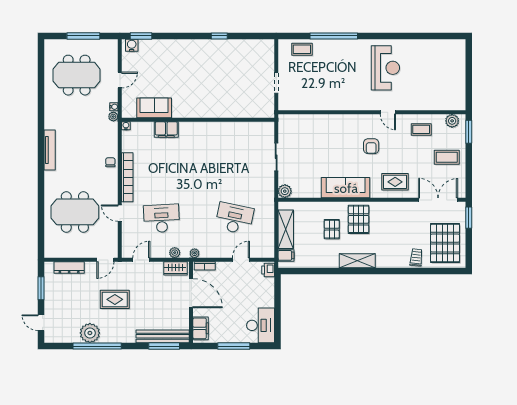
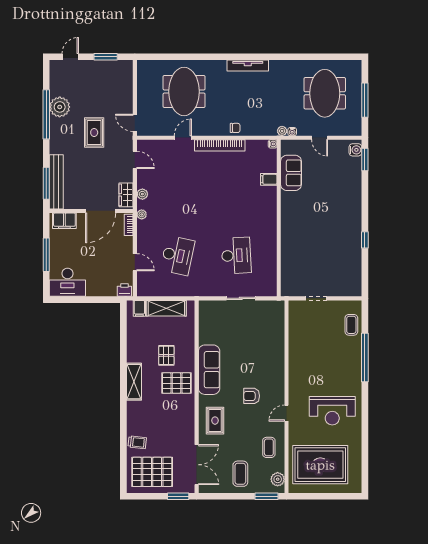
rug: (438, 79) -> (320, 465), added
filing cabinet: (166, 129) -> (269, 179), width x0.50
plant: (285, 191) -> (205, 307), removed
desk: (162, 218) -> (236, 255), moved
pallet: (332, 229) -> (166, 355), turned 90
dresser: (69, 268) -> (127, 86), removed

